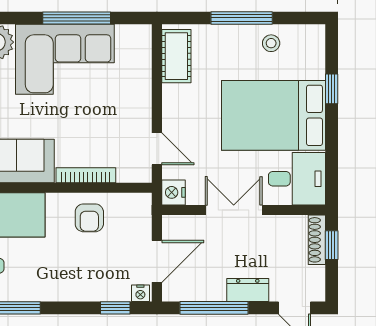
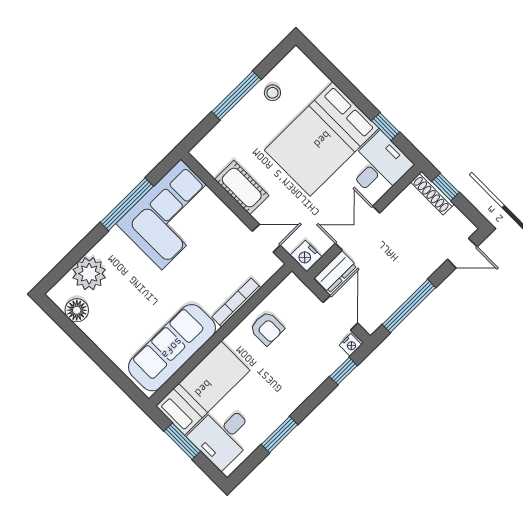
cot: (176, 56) -> (242, 188), moved
corner sofa: (65, 59) -> (171, 214), moved
window: (332, 89) -> (386, 126), moved
dresser: (248, 290) -> (336, 272), moved, turned 180

